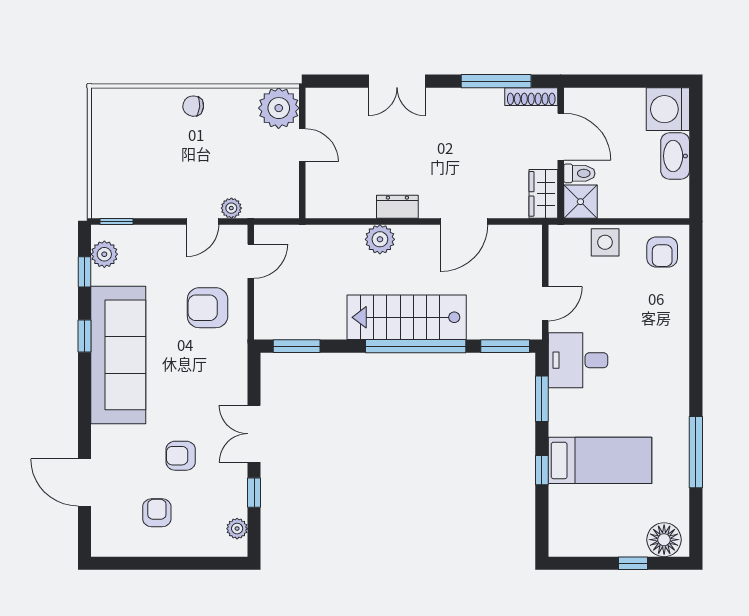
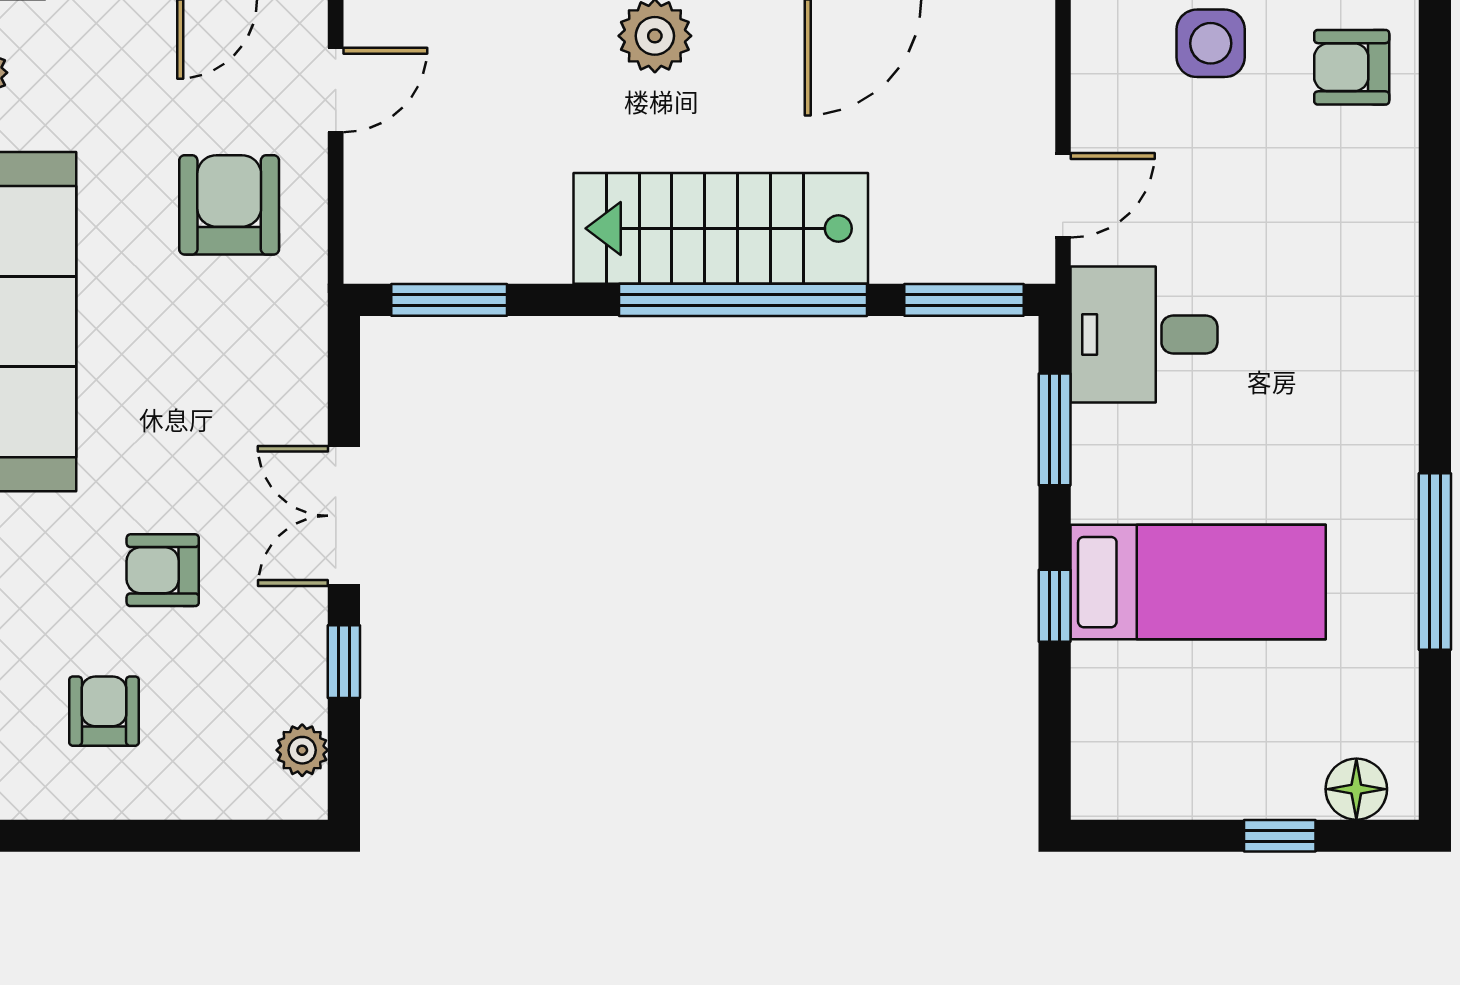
armchair: (662, 252) -> (1352, 67), turned 90
armchair: (208, 308) -> (229, 205), turned 90
floor lamp: (664, 540) -> (1356, 789), width x0.73, depth x0.73

